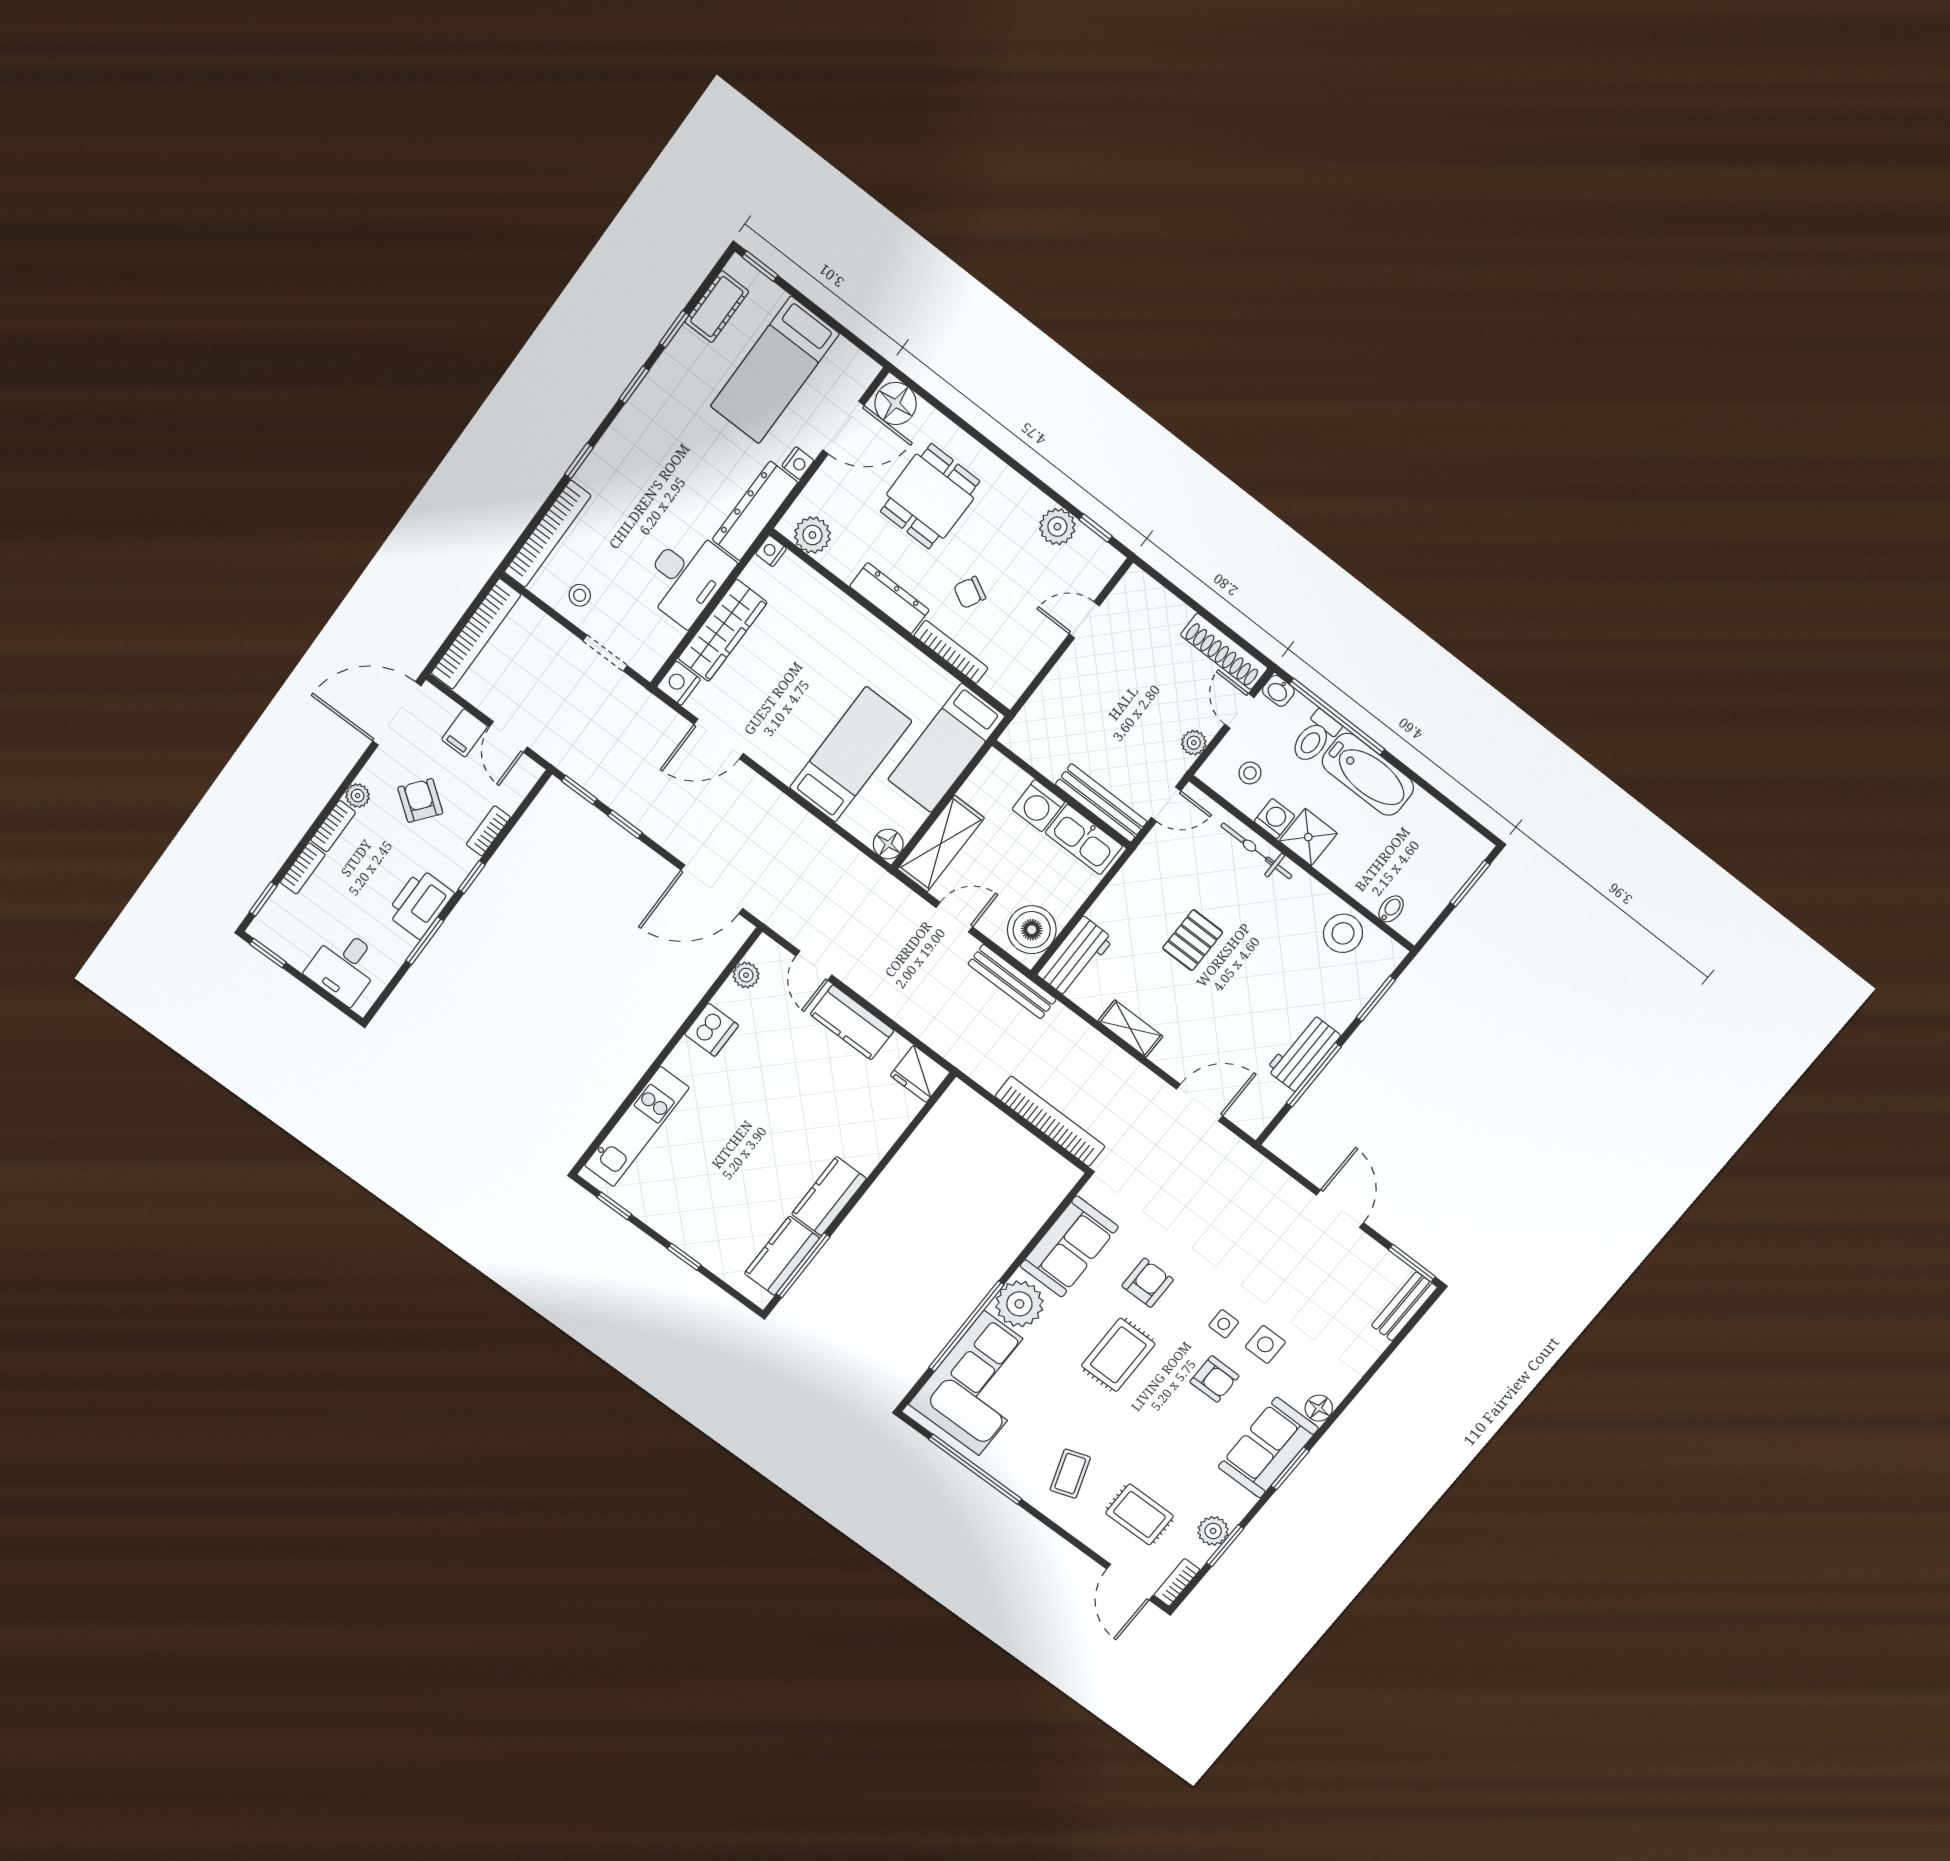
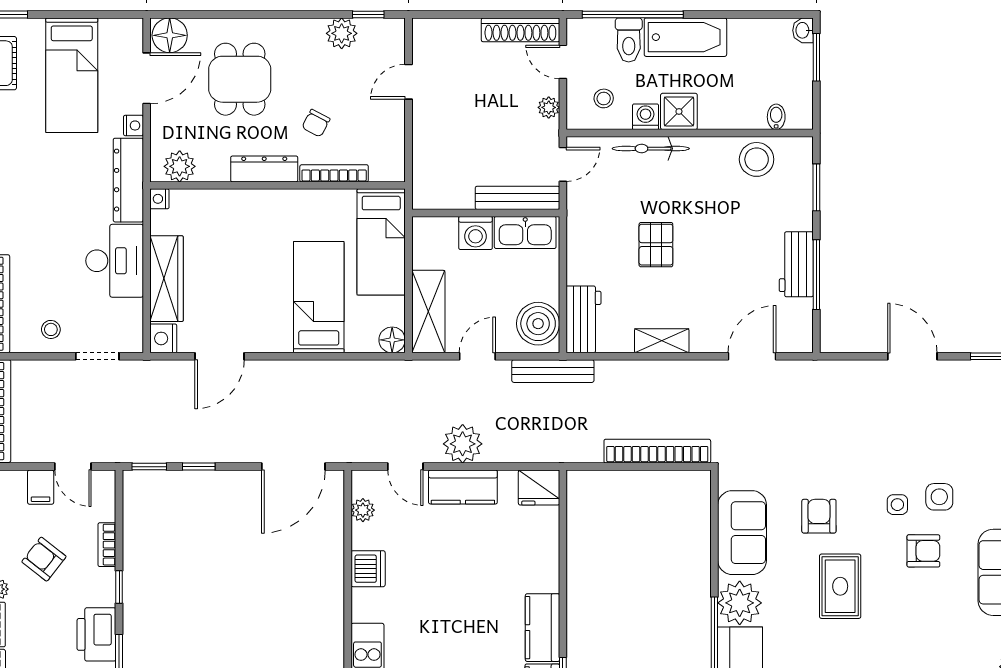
washbasin: (1278, 691) -> (803, 30), moved, turned 90
plant: (881, 984) -> (463, 444), added

